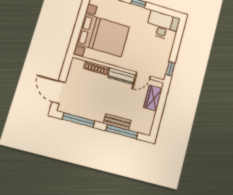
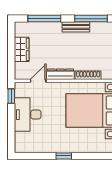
desk: (163, 26) -> (28, 115), moved, turned 90
wardrobe: (153, 98) -> (22, 49), moved
bench: (117, 122) -> (76, 27), moved

